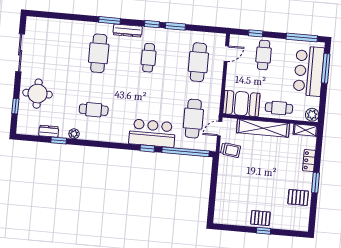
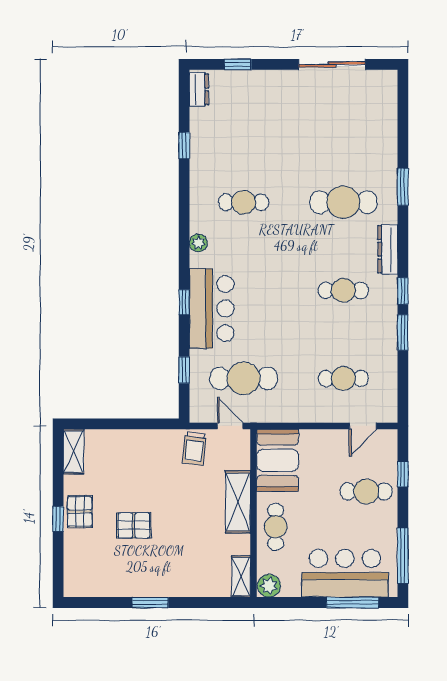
window: (110, 20) -> (403, 187), moved
door: (226, 54) -> (363, 426), hinge flipped
cafe table: (198, 62) -> (343, 378), width x0.73, depth x0.74
round table: (38, 94) -> (263, 101), removed
cafe table: (94, 110) -> (244, 202), turned 90
shelving: (263, 128) -> (238, 502), width x0.68
dresser: (49, 131) -> (199, 89), moved
plant: (74, 134) -> (198, 243), moved
window: (186, 152) -> (184, 370), width x0.32
locker: (309, 161) -> (188, 588), removed
pallet: (298, 197) -> (134, 525), moved, turned 90
shelving: (226, 219) -> (73, 452), added

